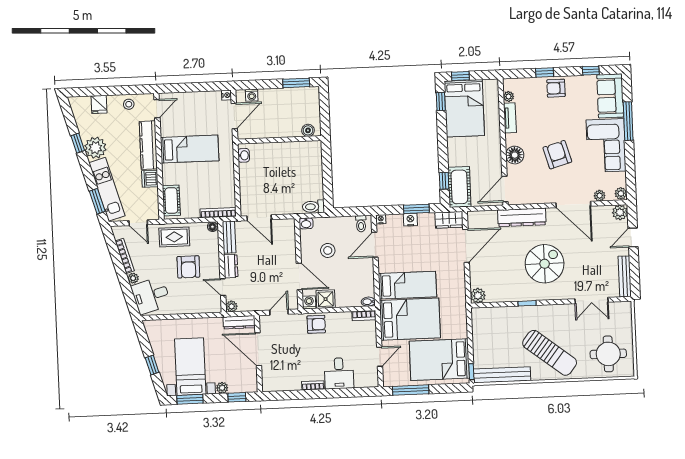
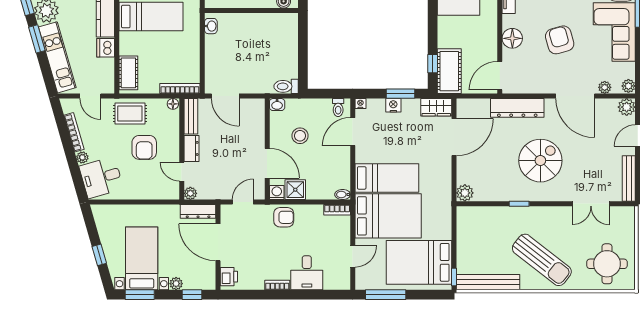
window: (97, 201) -> (37, 39), moved
printer: (269, 380) -> (229, 277), added

